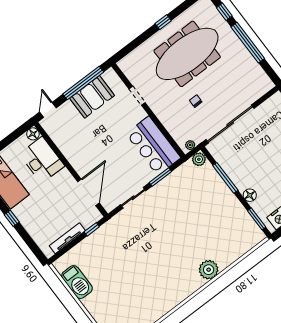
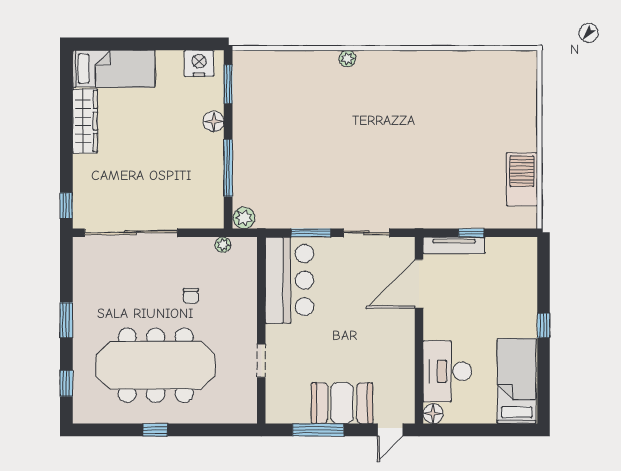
window: (248, 43) -> (66, 320), width x0.47
window: (83, 83) -> (318, 430), width x0.68
booth: (92, 97) -> (342, 403), moved
sliding door: (230, 124) -> (131, 233), moved
plant: (190, 145) -> (223, 245), moved
window: (92, 229) -> (471, 233), moved
tv unit: (67, 238) -> (454, 245), moved
plant: (209, 270) -> (347, 59), width x0.53, depth x0.53

